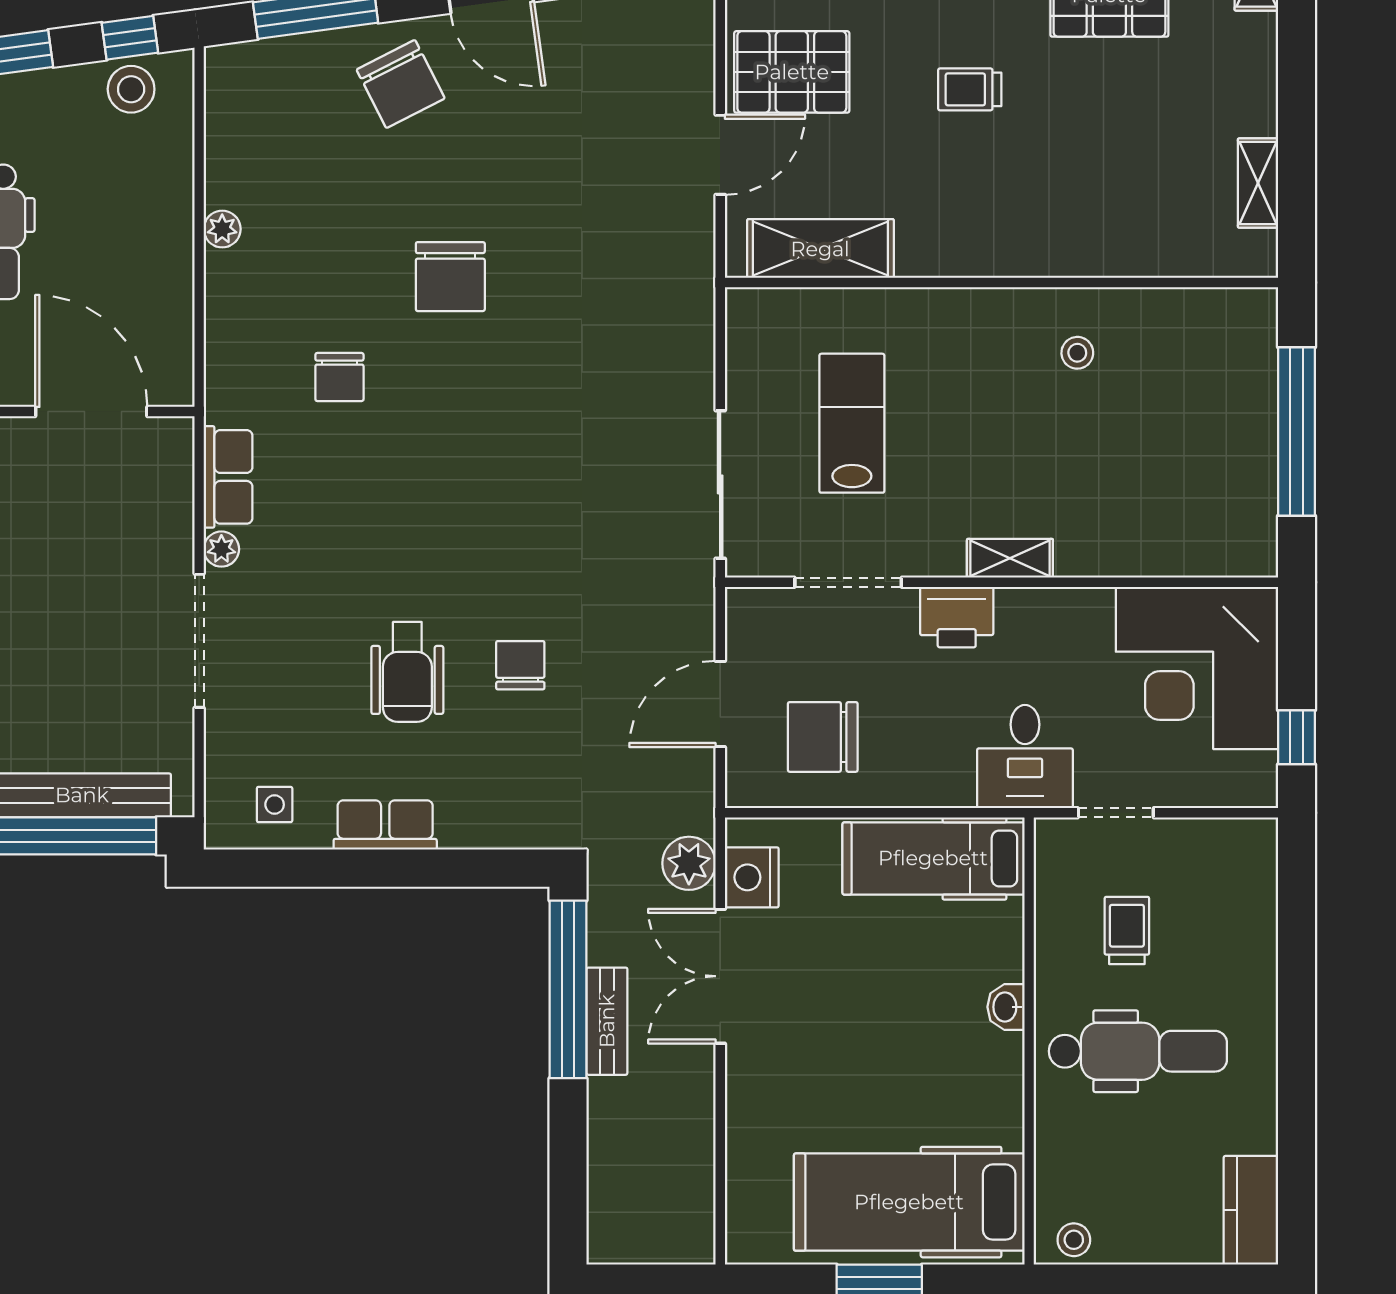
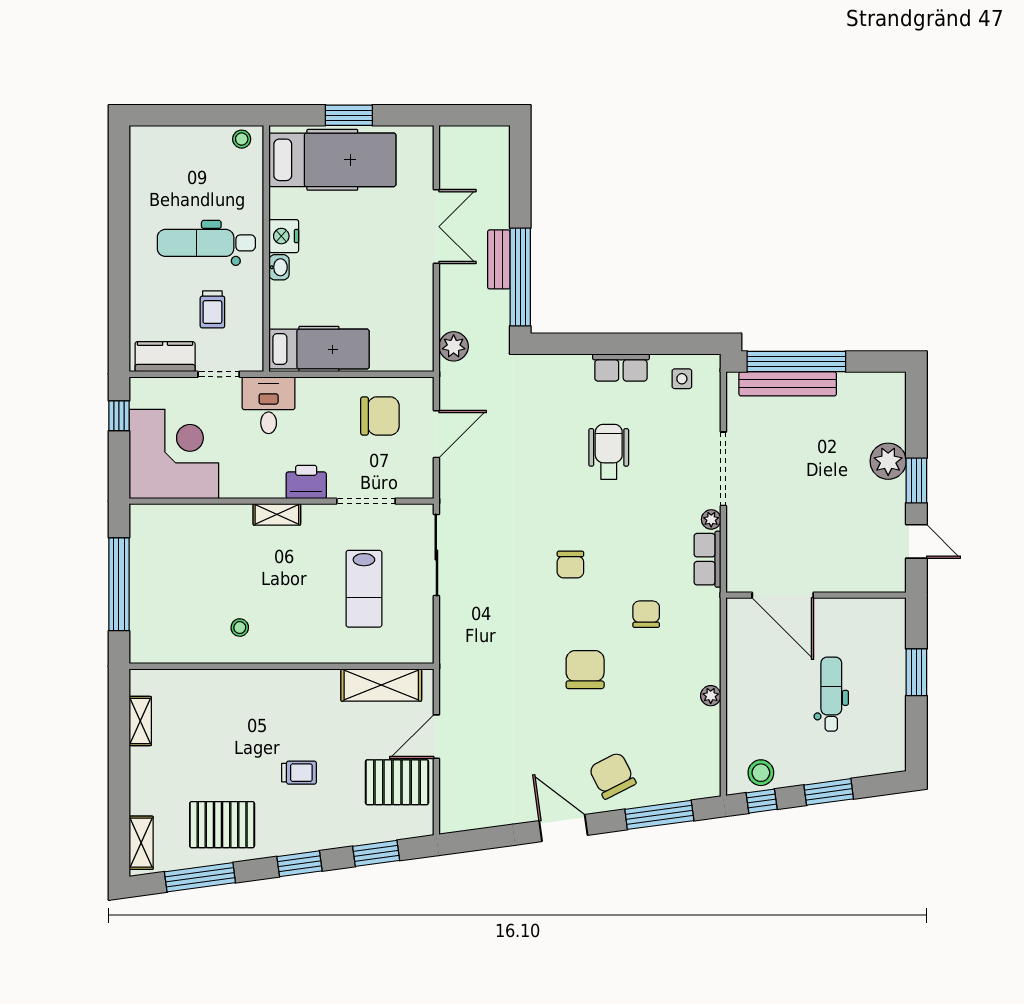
chair: (520, 665) -> (570, 565), moved
nightstand: (752, 877) -> (284, 236), moved, turned 180
double door: (720, 976) -> (436, 227), moved
kitchen counter: (1251, 1210) -> (165, 357), moved, turned -90

